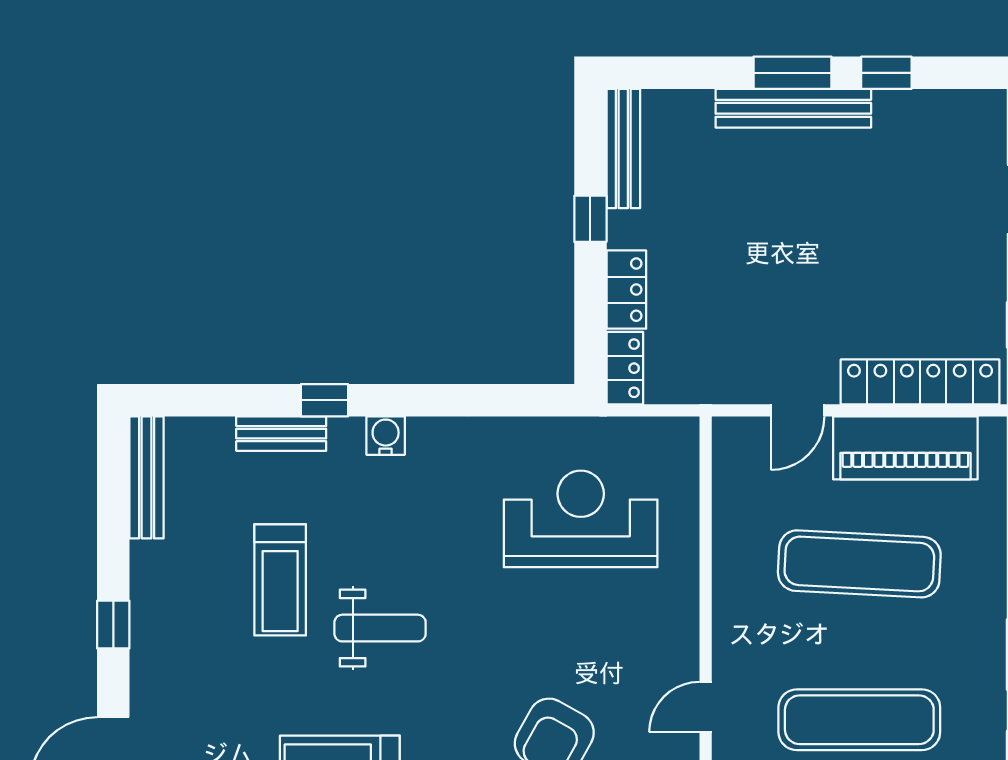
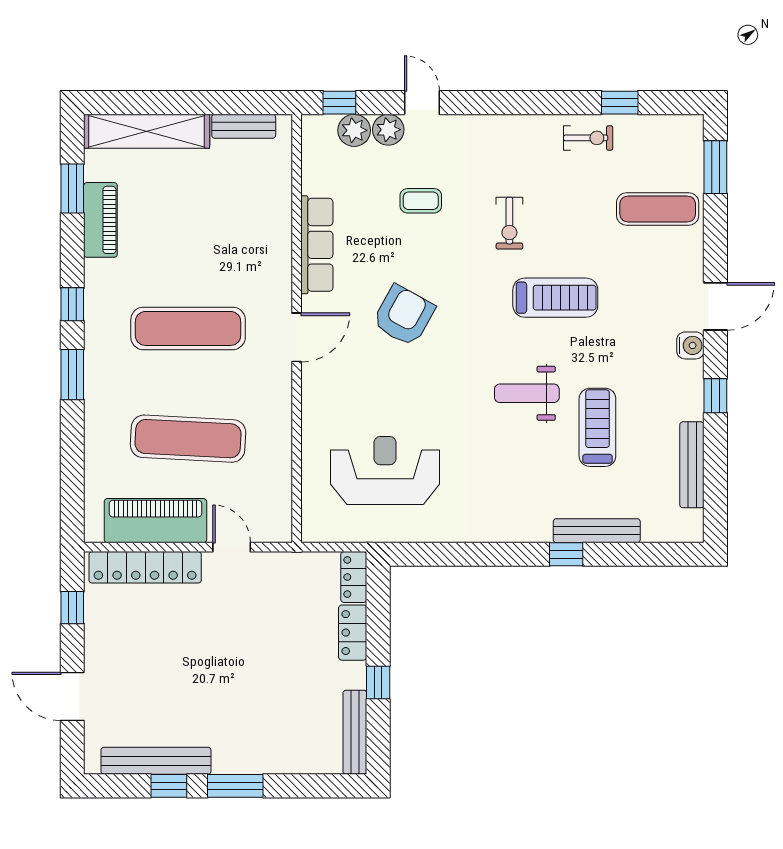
bench: (793, 108) -> (156, 761), moved
door: (798, 410) -> (232, 547), hinge flipped
bench: (281, 434) -> (597, 531), width x1.36
water cooler: (386, 436) -> (690, 345), moved, turned -90
bench: (147, 477) -> (692, 465), moved
reception desk: (581, 519) -> (385, 470), turned 180
door: (706, 707) -> (297, 337), width x1.38

